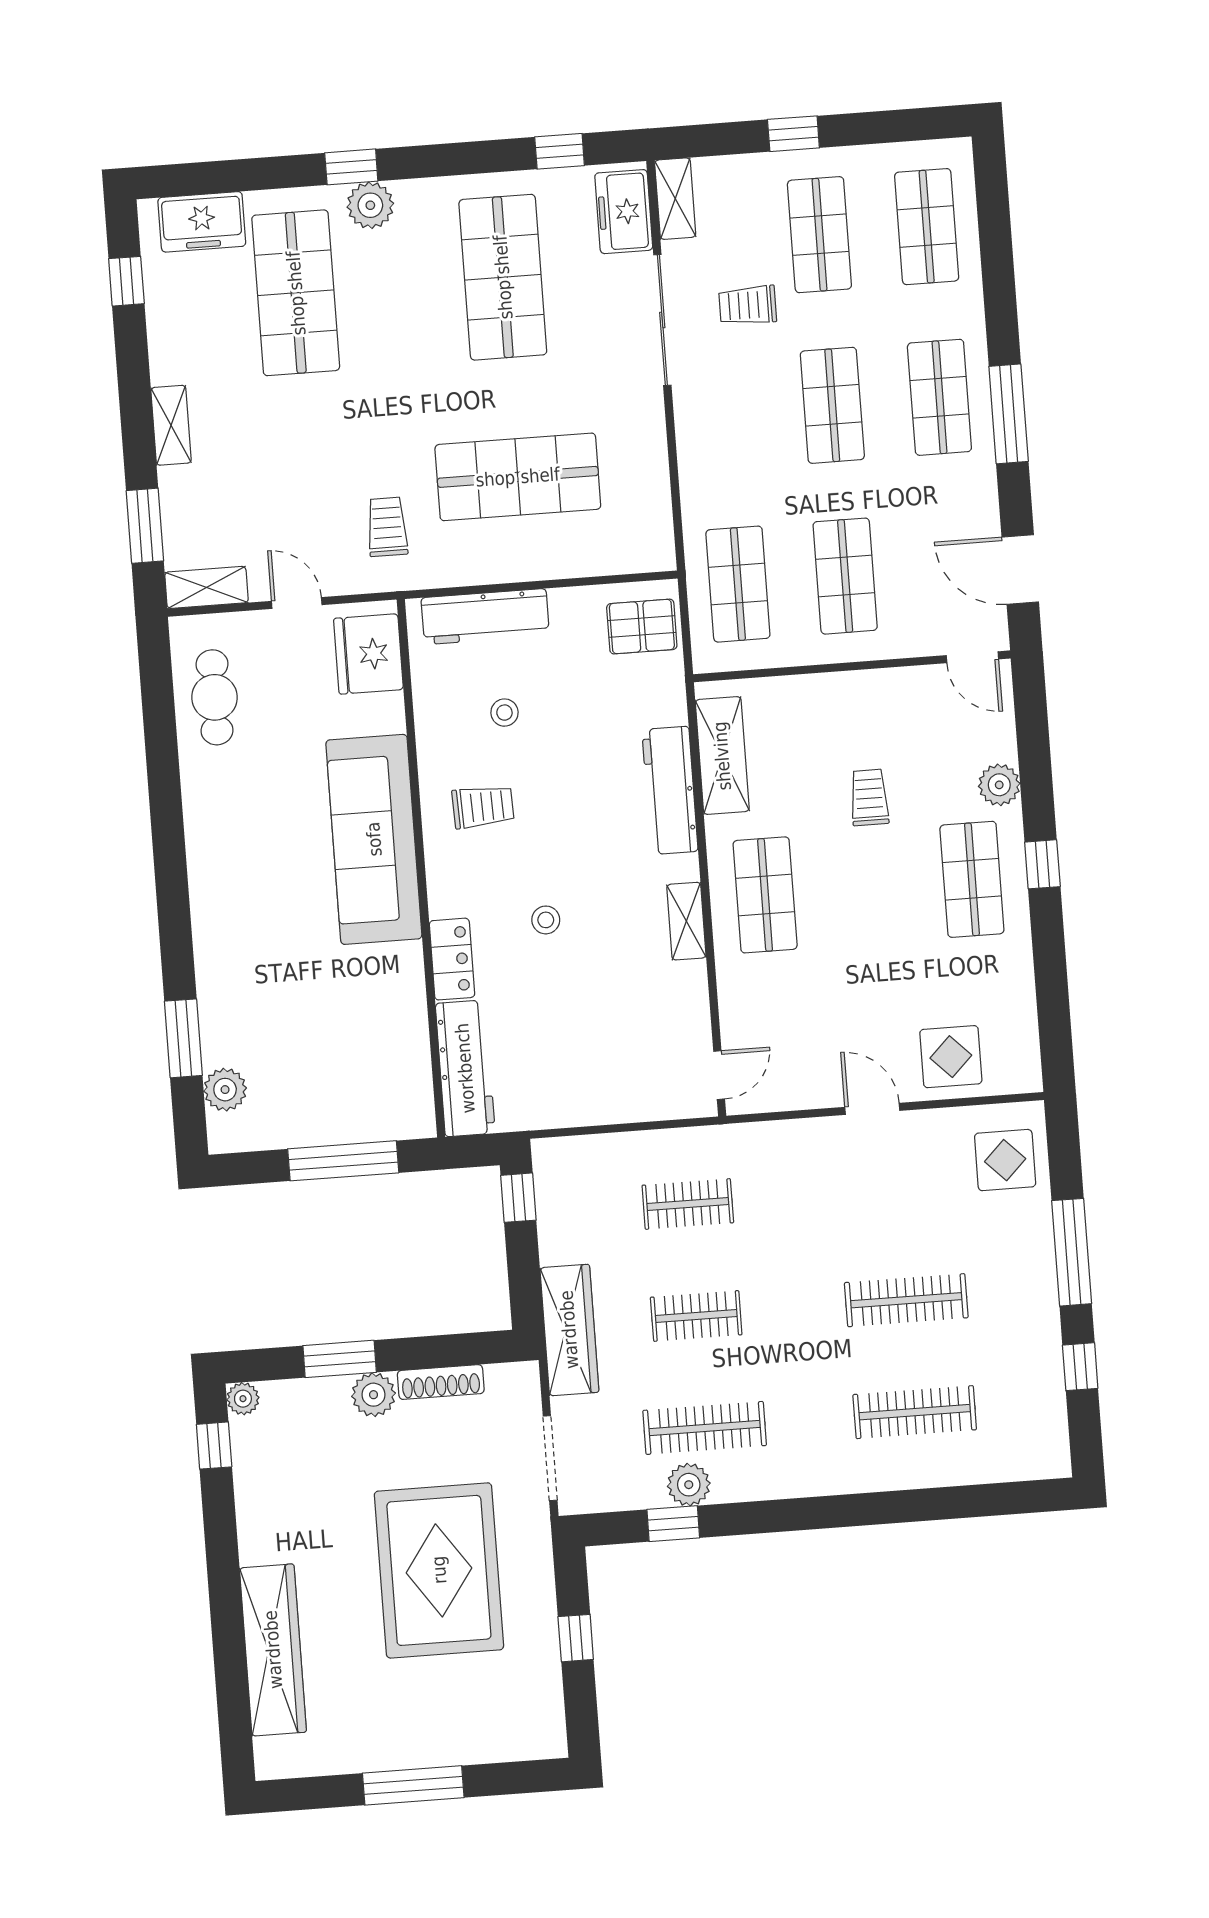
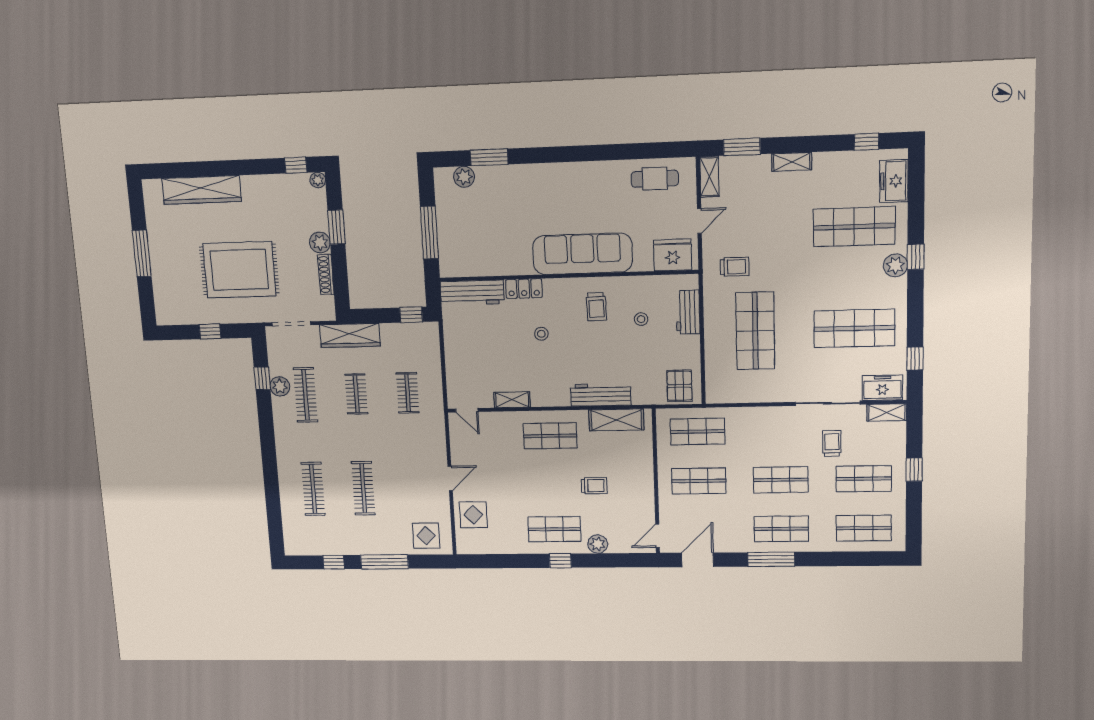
workbench: (485, 617) -> (688, 312), width x0.73
shelving: (686, 921) -> (512, 400), moved

